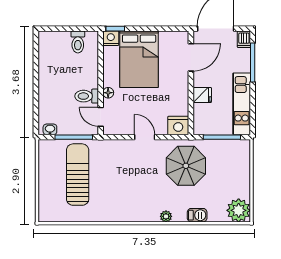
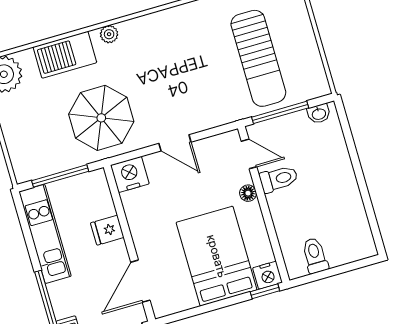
barbecue: (197, 215) -> (65, 55), width x1.88, depth x1.53

